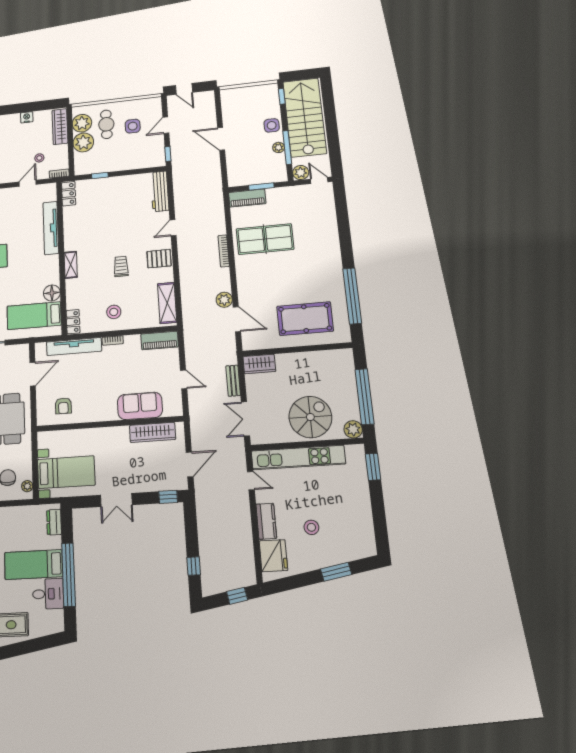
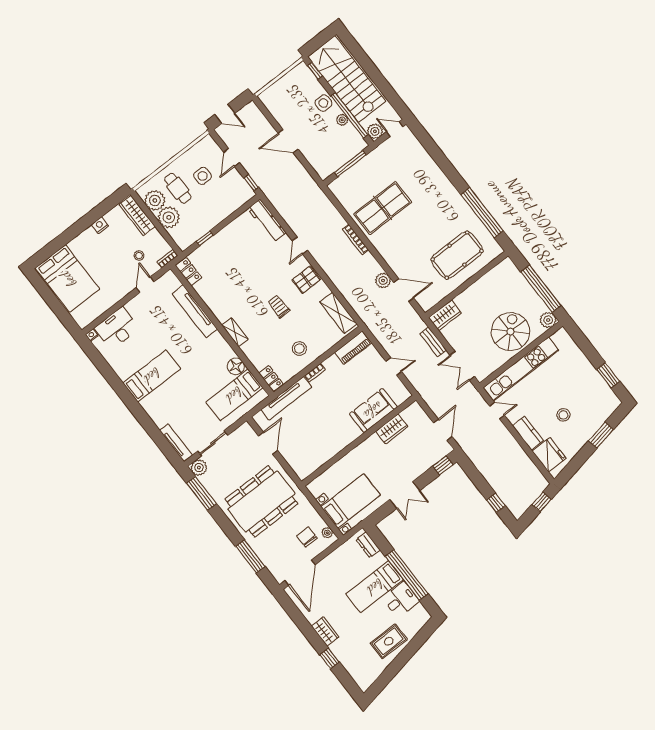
window: (287, 147) -> (349, 115), width x1.46
window: (261, 186) -> (350, 164), width x1.44
piano: (247, 198) -> (345, 181), removed
armchair: (63, 406) -> (312, 451), removed
wardrobe: (152, 432) -> (392, 429), width x0.67
window: (373, 467) -> (608, 375), moved

